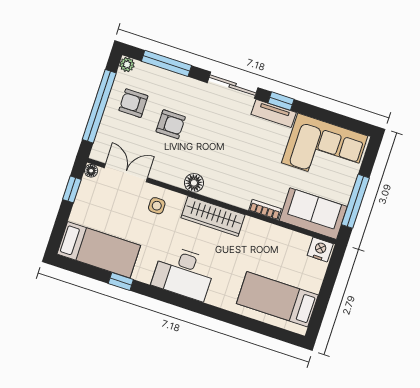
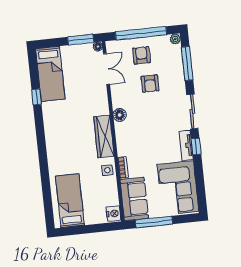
armchair: (133, 103) -> (141, 55), moved
window: (72, 189) -> (81, 40), width x1.50
side table: (157, 206) -> (107, 170), moved
desk: (184, 273) -> (60, 134), removed

